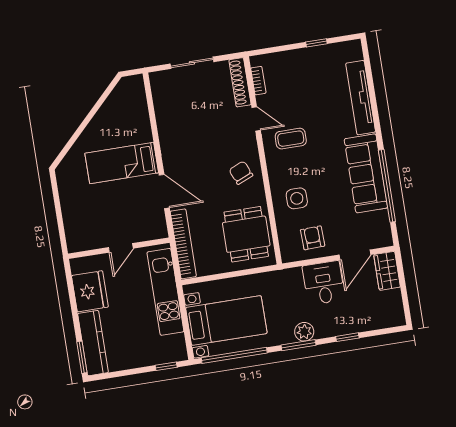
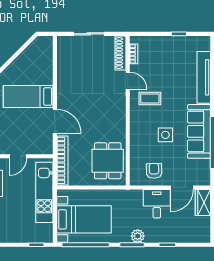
chair: (241, 173) -> (111, 117), removed
side table: (297, 198) -> (165, 135), moved

